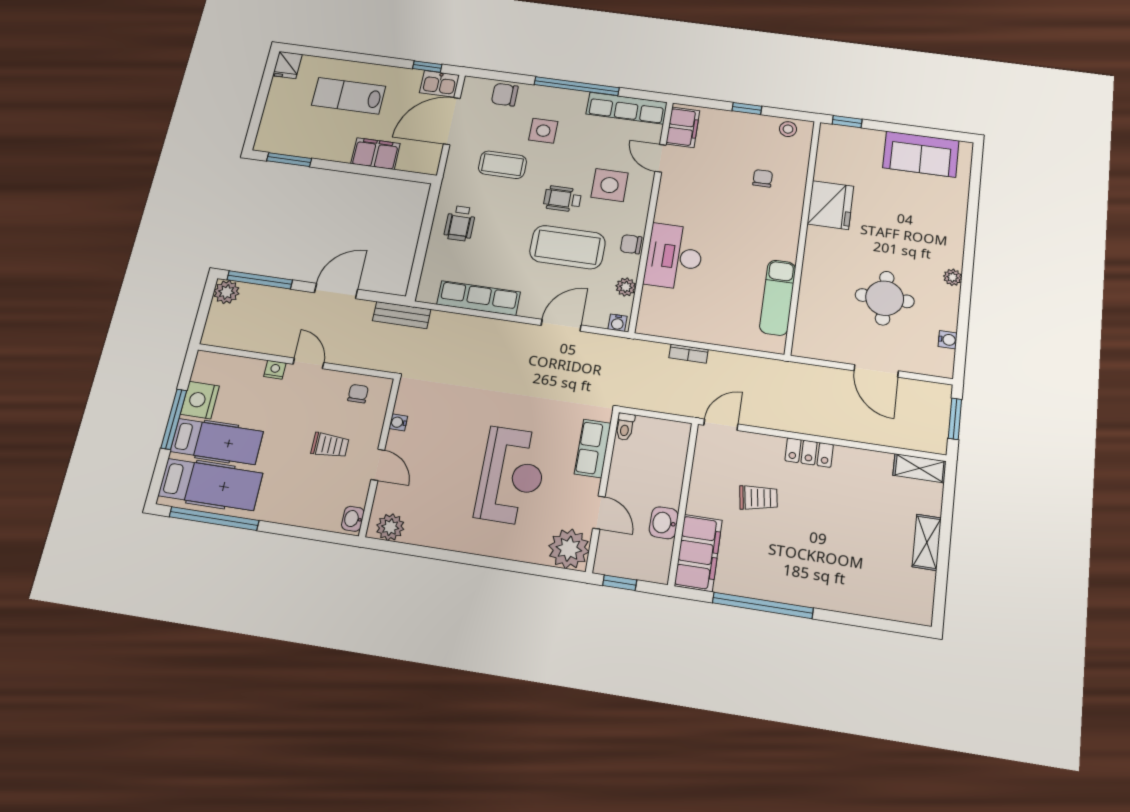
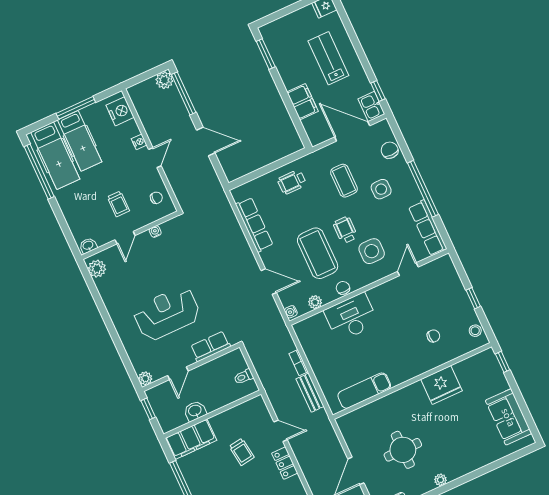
filing cabinet: (683, 127) -> (436, 269), removed
bench: (402, 315) -> (310, 393), moved
nightstand: (200, 400) -> (120, 111), moved, turned 90
door: (721, 425) -> (281, 431), moved
toilet: (625, 427) -> (244, 377), moved
reception desk: (512, 476) -> (167, 313), turned 180
plant: (569, 549) -> (145, 378), width x0.53, depth x0.53

